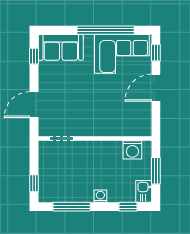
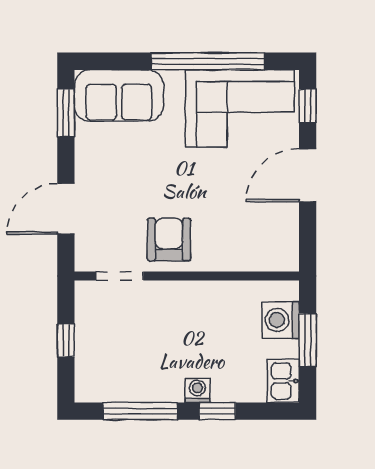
window: (34, 56) -> (66, 113), width x1.50
armchair: (86, 120) -> (169, 240), added
washing machine: (132, 150) -> (281, 320), moved, turned 90
window: (34, 183) -> (66, 341), moved
window: (128, 207) -> (217, 411), moved

